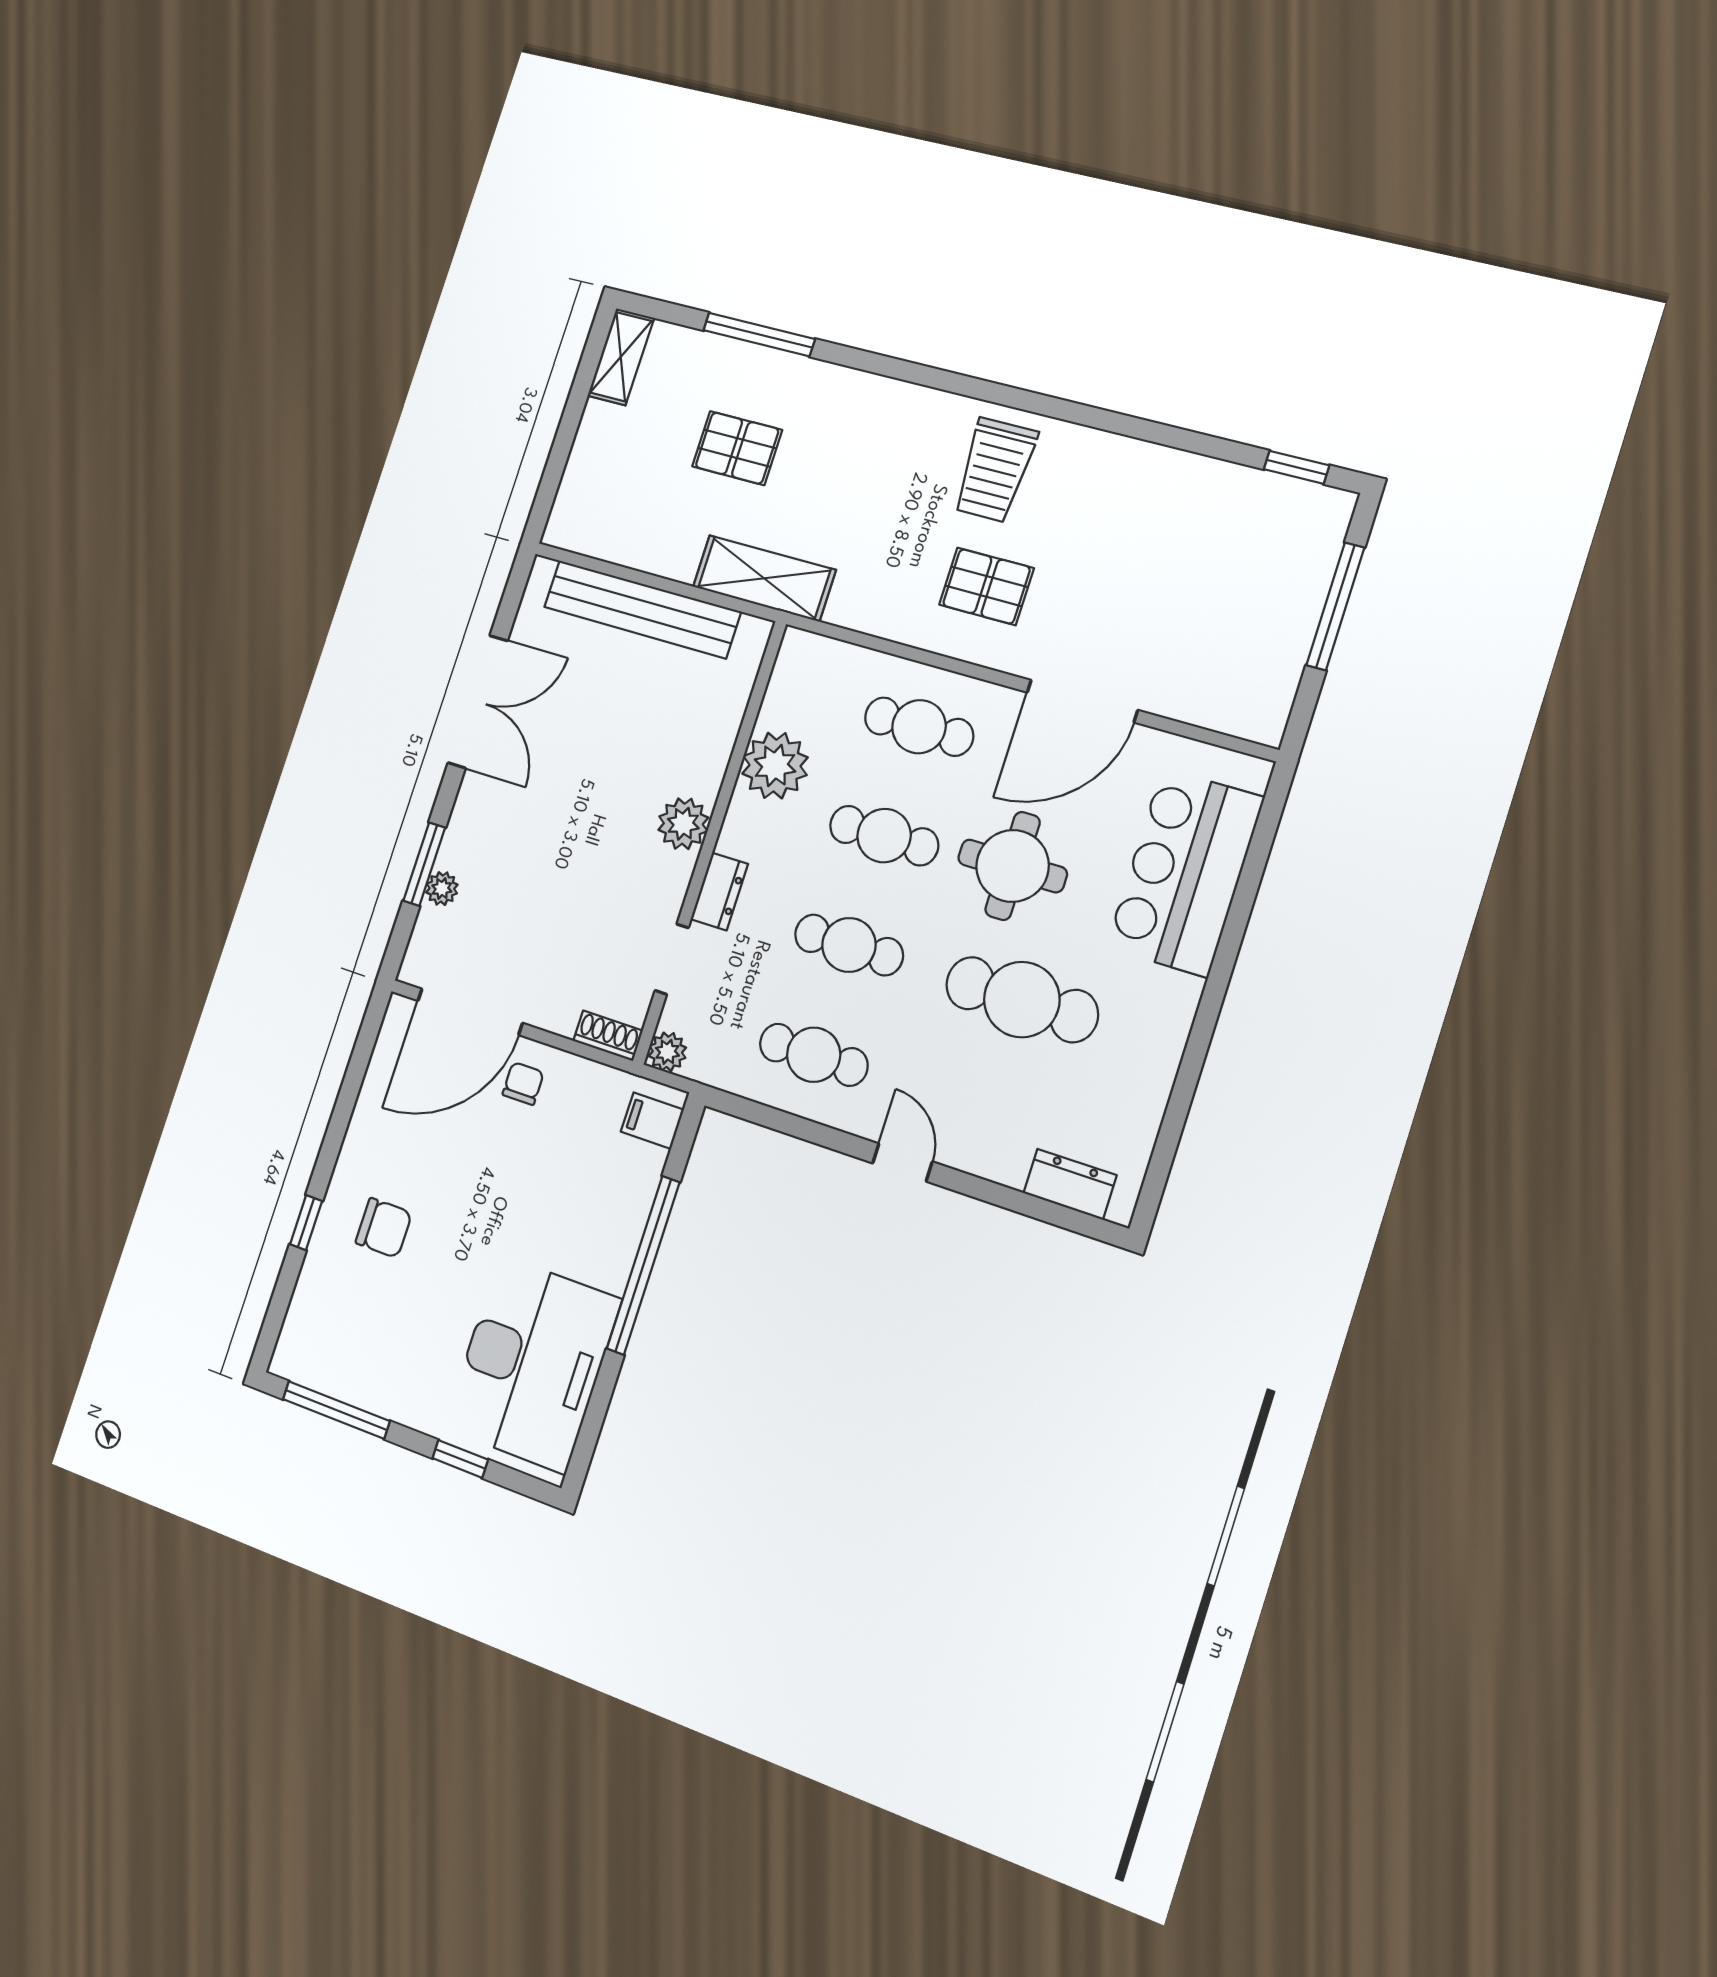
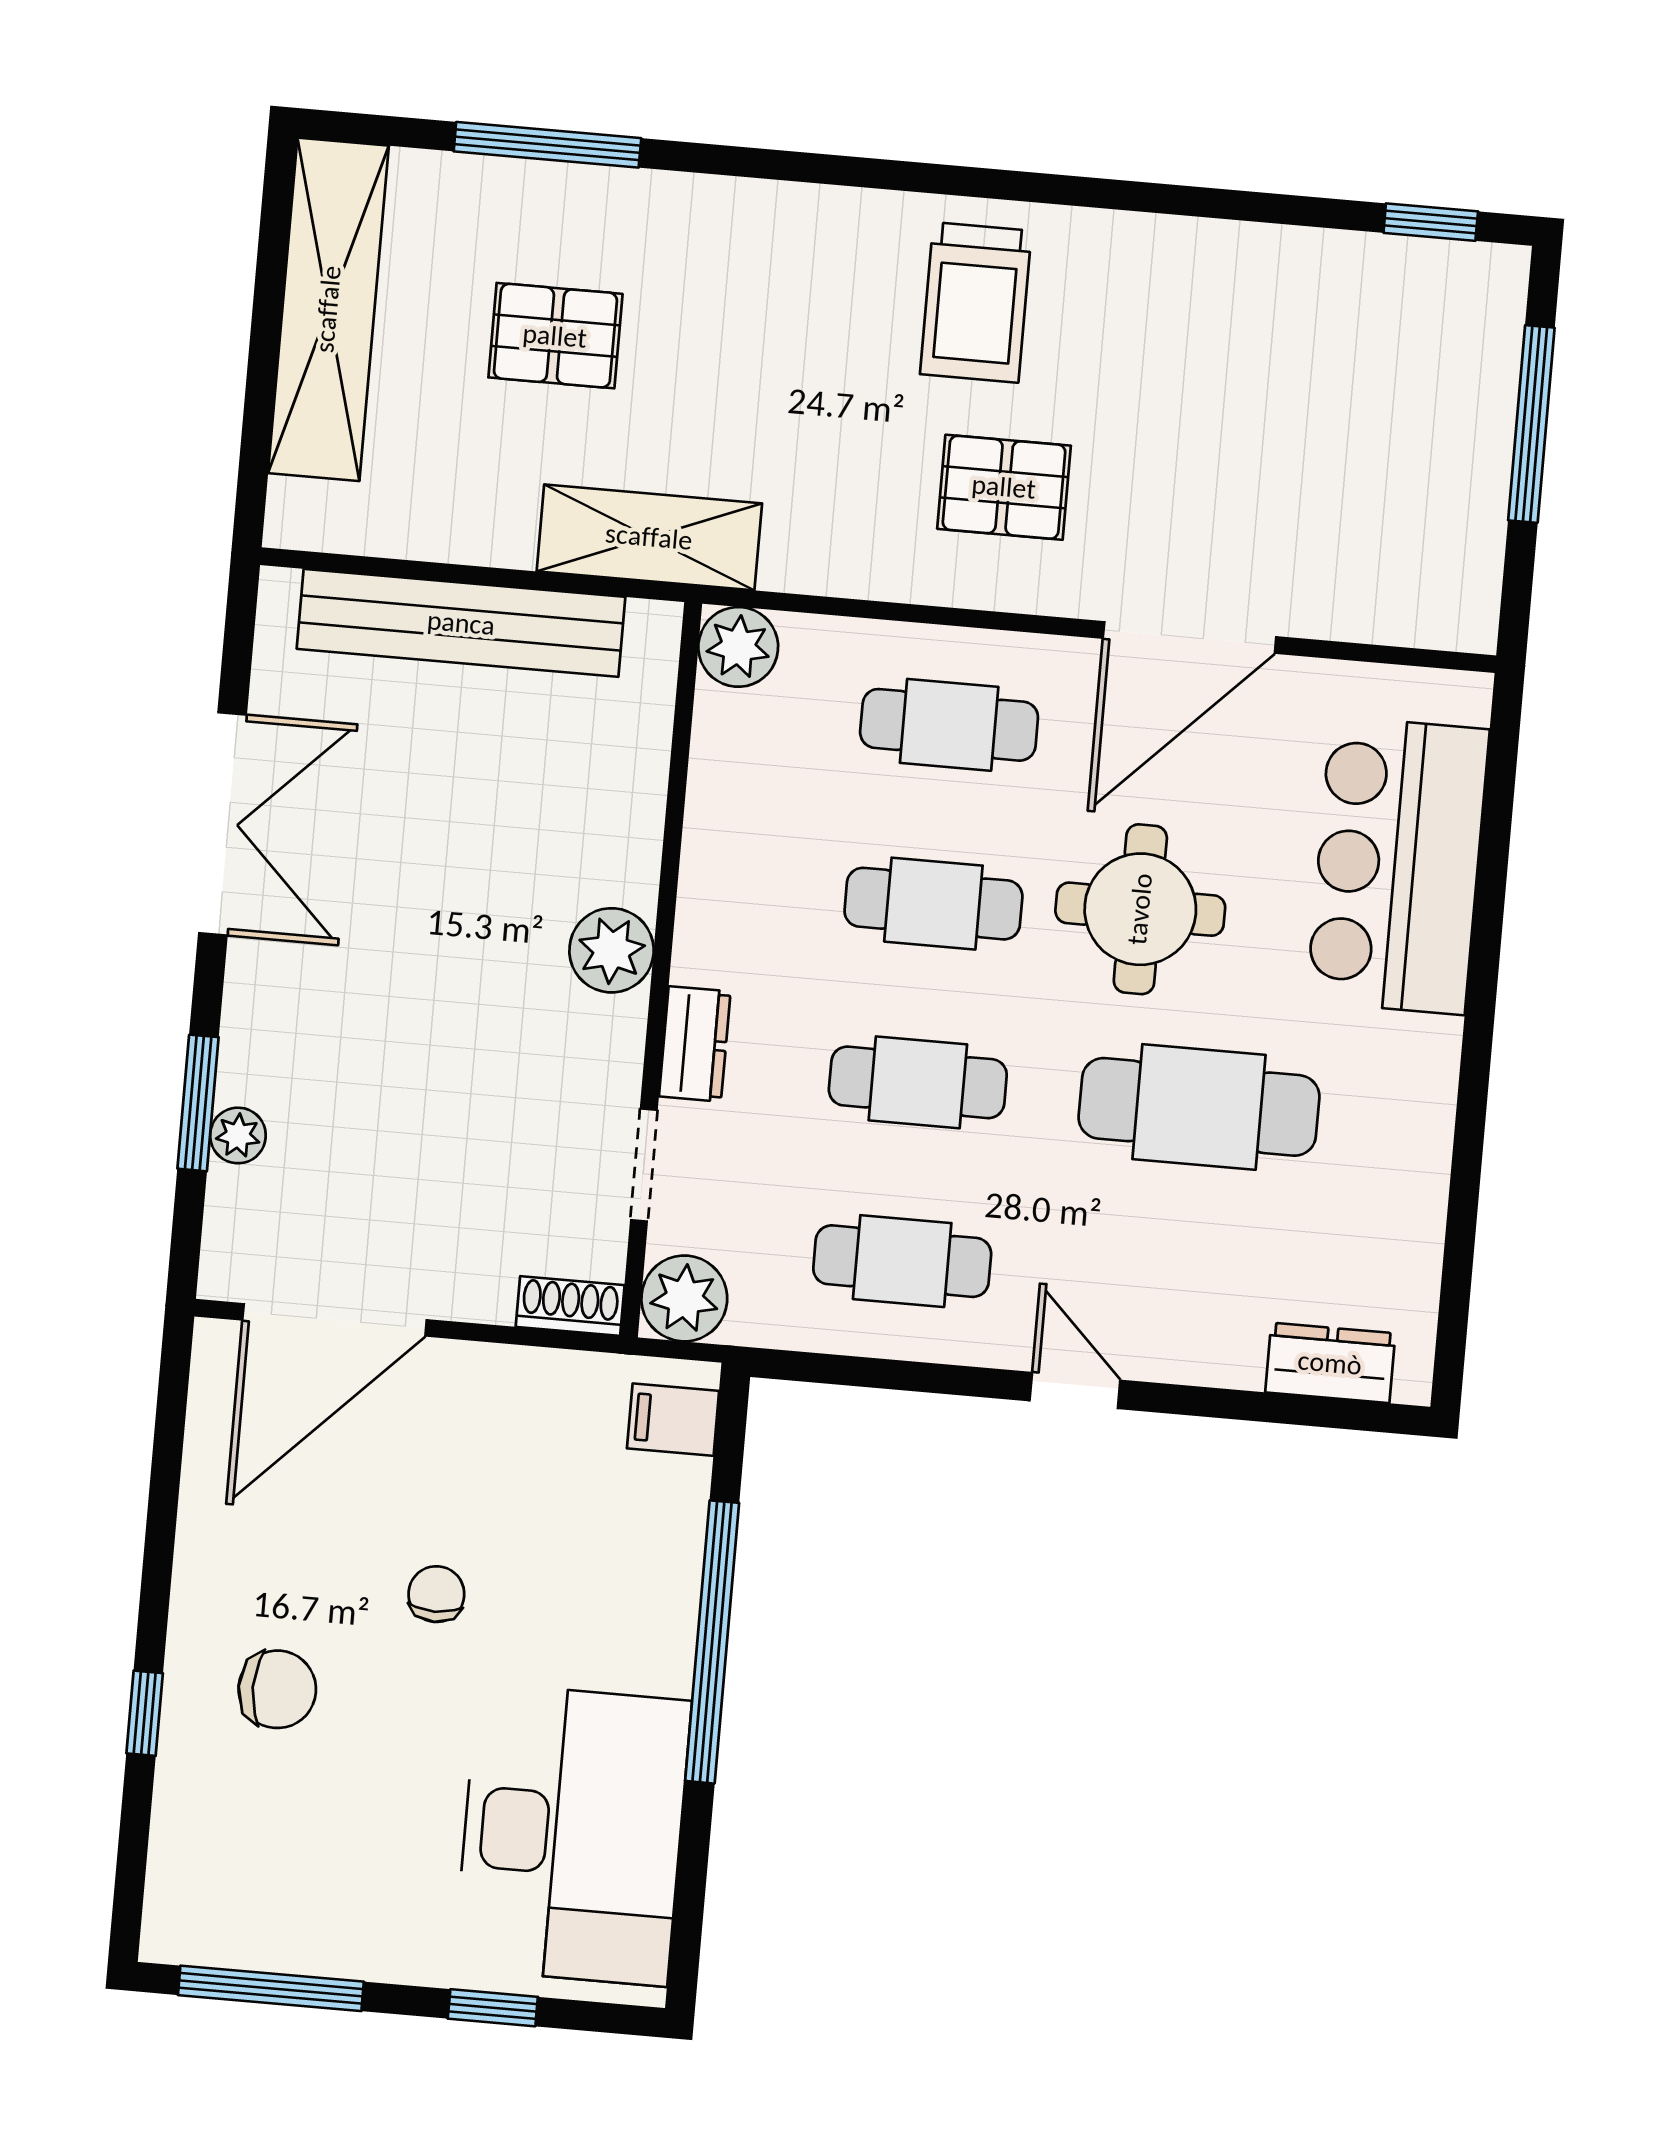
shelving: (621, 357) -> (328, 309), width x2.20, depth x1.33
plant: (775, 766) -> (738, 647), moved, width x0.73, depth x0.73
plant: (667, 1052) -> (684, 1298), width x1.38, depth x1.38
chair: (523, 1083) -> (436, 1594), moved

